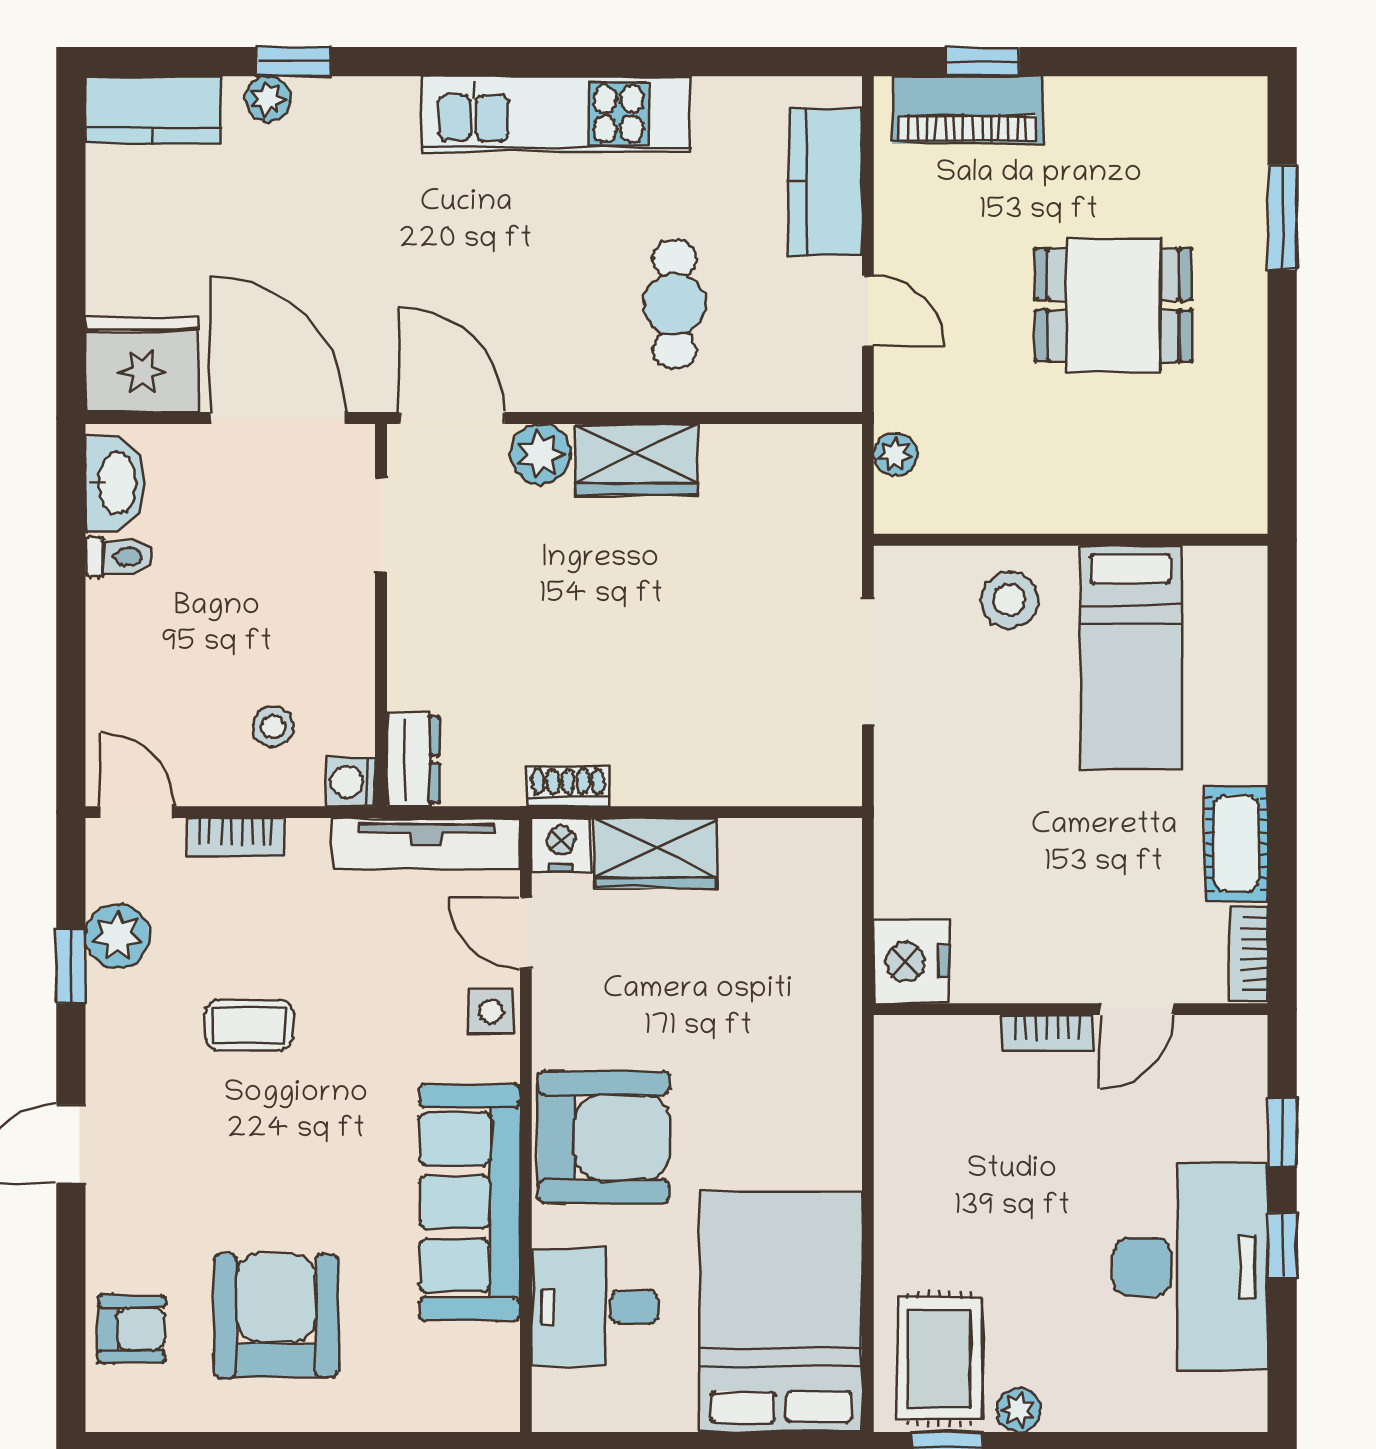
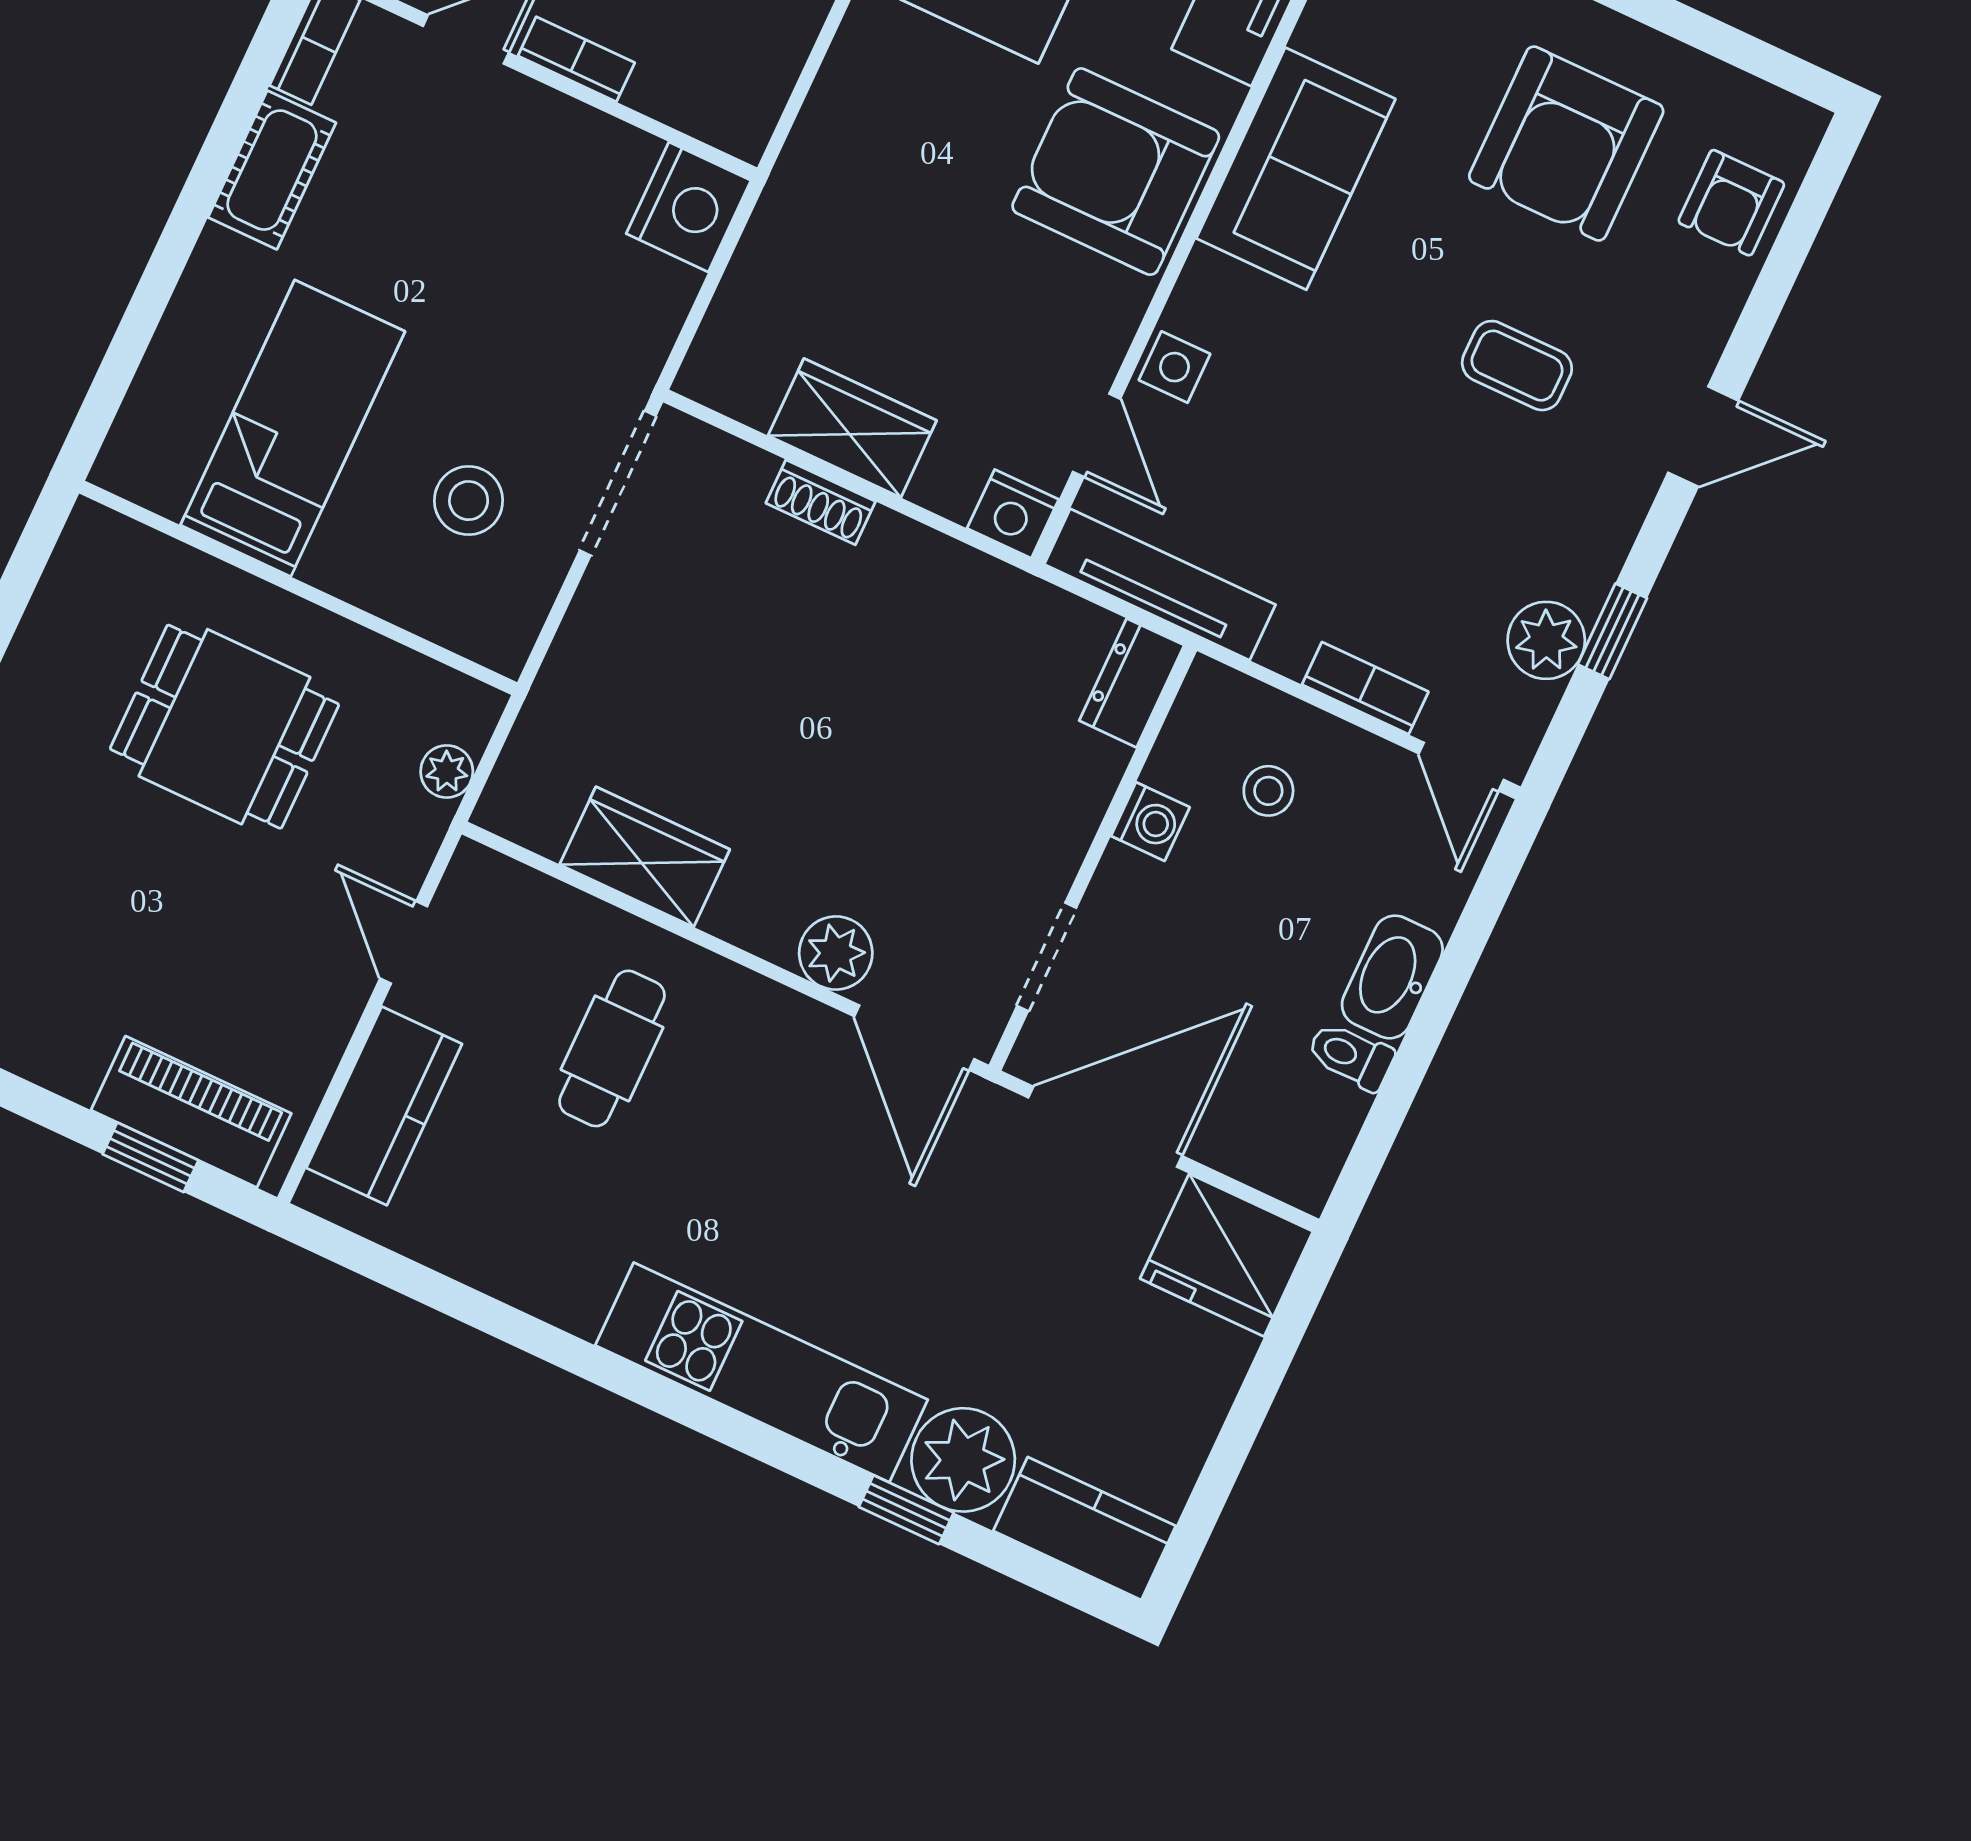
plant: (268, 99) -> (963, 1460), width x1.88, depth x1.88
kitchen unit: (557, 114) -> (762, 1372), moved
dining table: (1113, 305) -> (224, 727), moved
door: (278, 418) -> (1105, 1127), swing flipped
wardrobe: (636, 459) -> (645, 857), moved
washbasin: (115, 483) -> (1392, 977), moved
stool: (1009, 600) -> (469, 501), moved
doorway: (868, 661) -> (618, 483), moved
washing machine: (351, 782) -> (1150, 822), moved
shoe rack: (568, 786) -> (821, 502), moved
wardrobe: (656, 853) -> (852, 428), moved
coffee table: (249, 1025) -> (1517, 366), moved
sofa: (470, 1202) -> (1296, 169), width x0.73
armchair: (132, 1329) -> (1731, 203), turned -90

